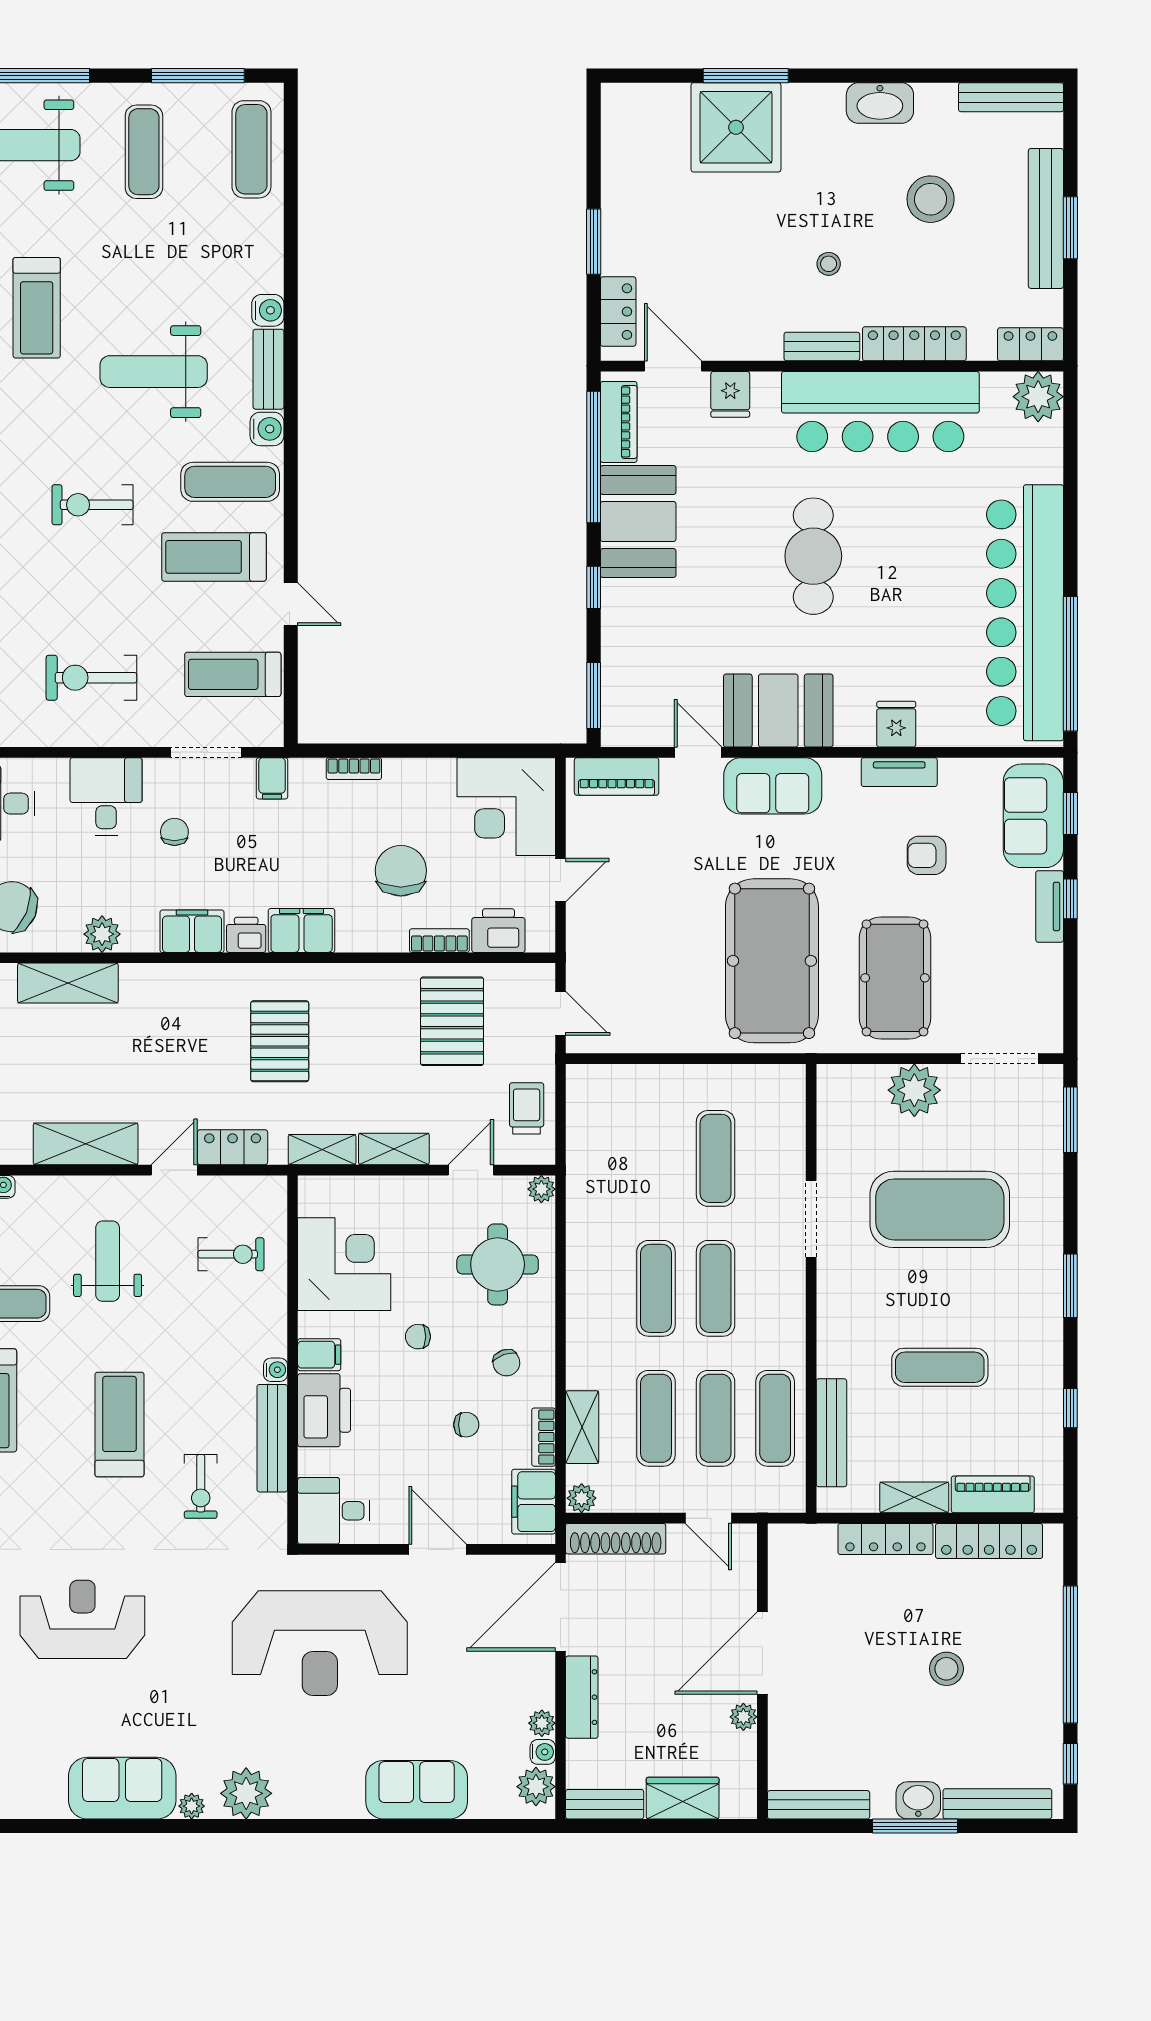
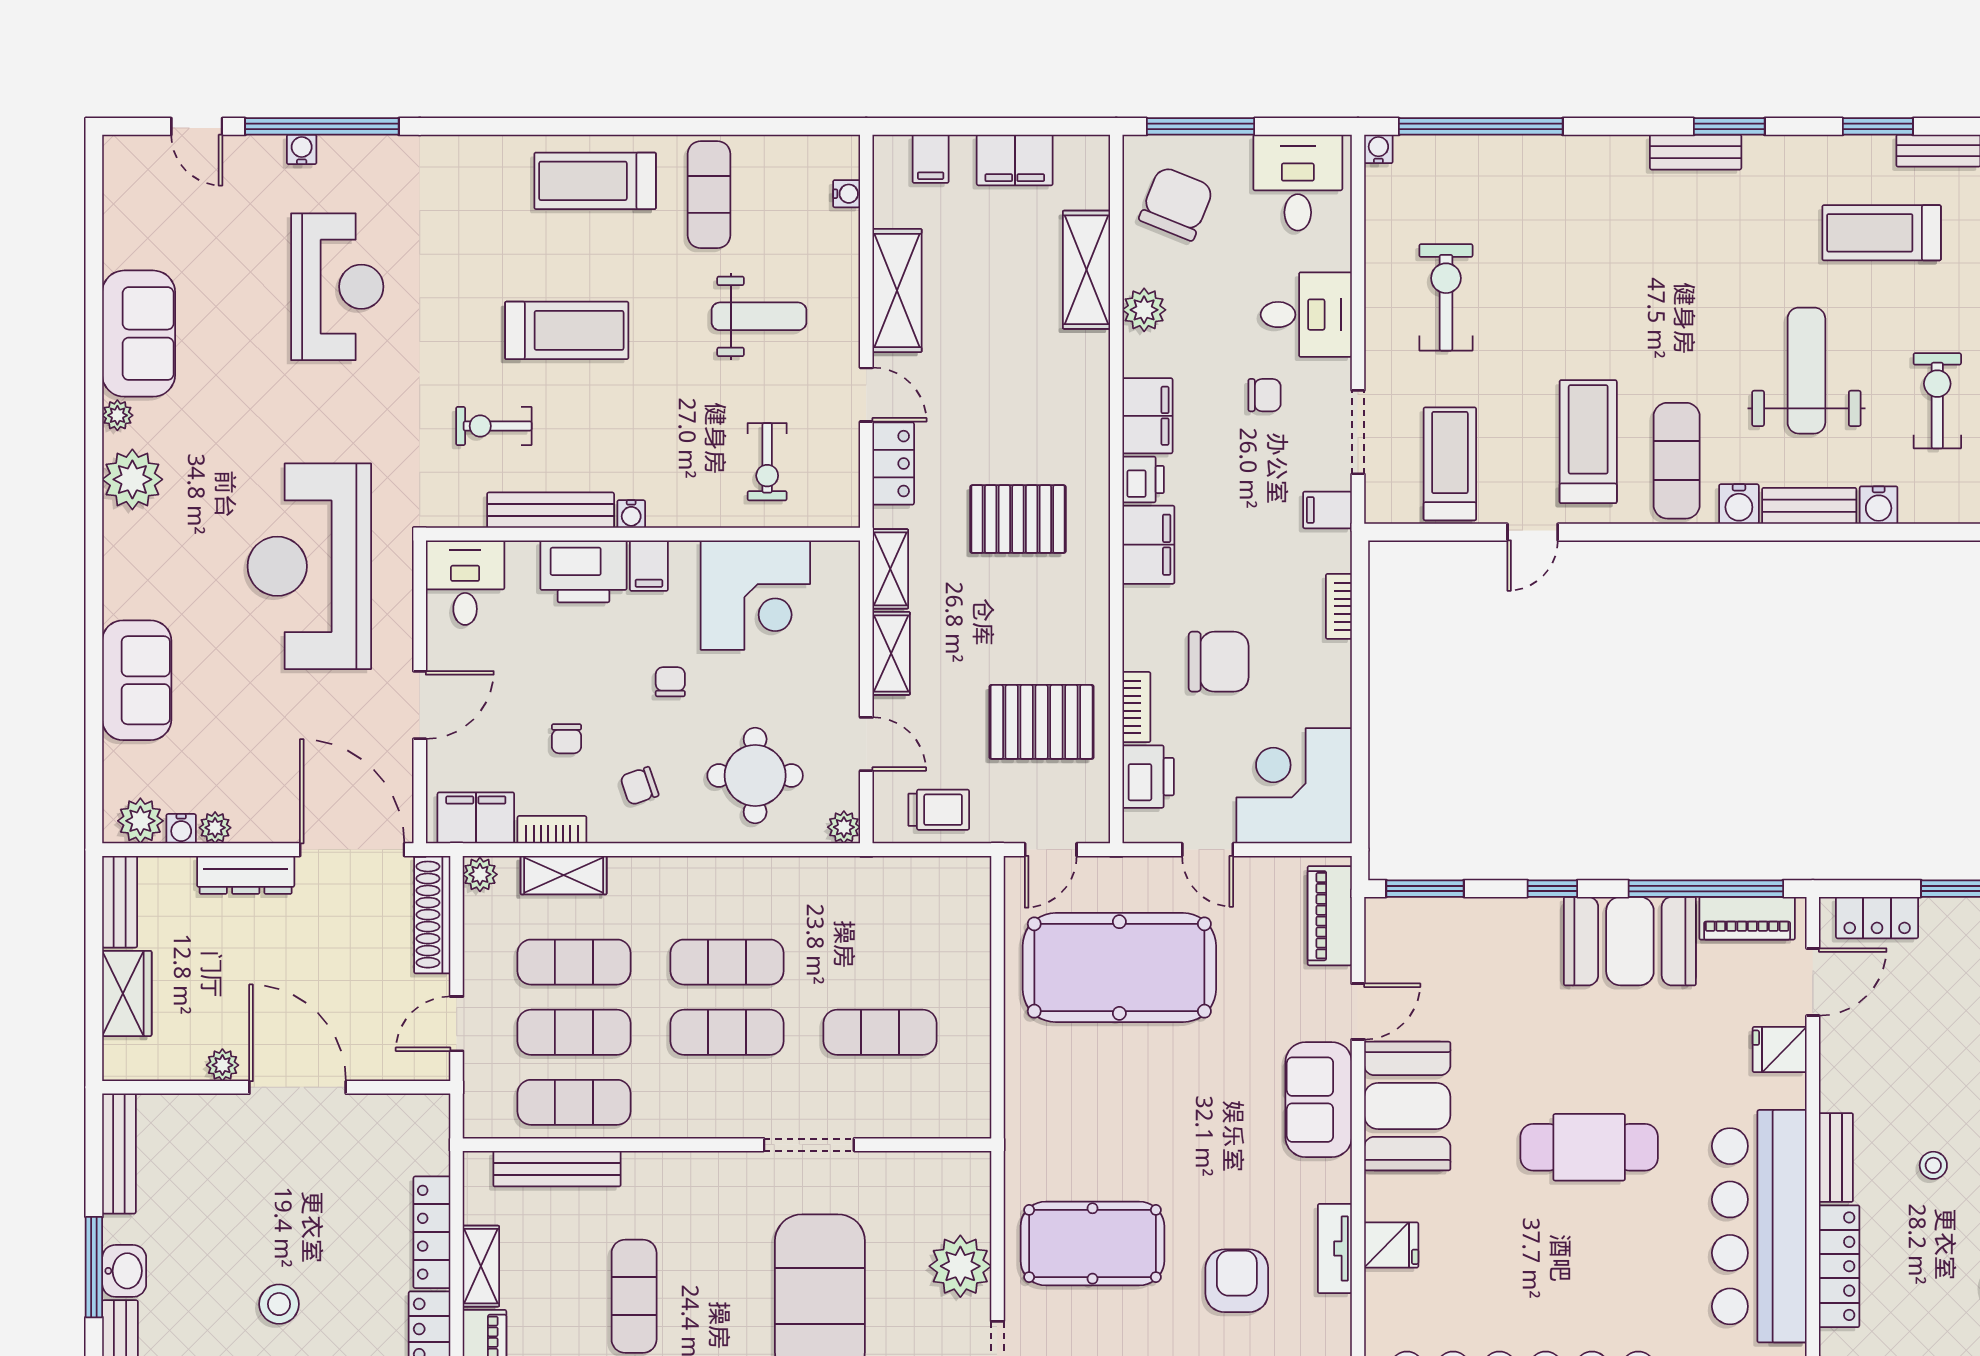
exercise bike: (93, 505) -> (1937, 401), moved
armchair: (927, 855) -> (1237, 1281), width x1.38, depth x1.38
pool table: (772, 961) -> (1119, 968), moved

